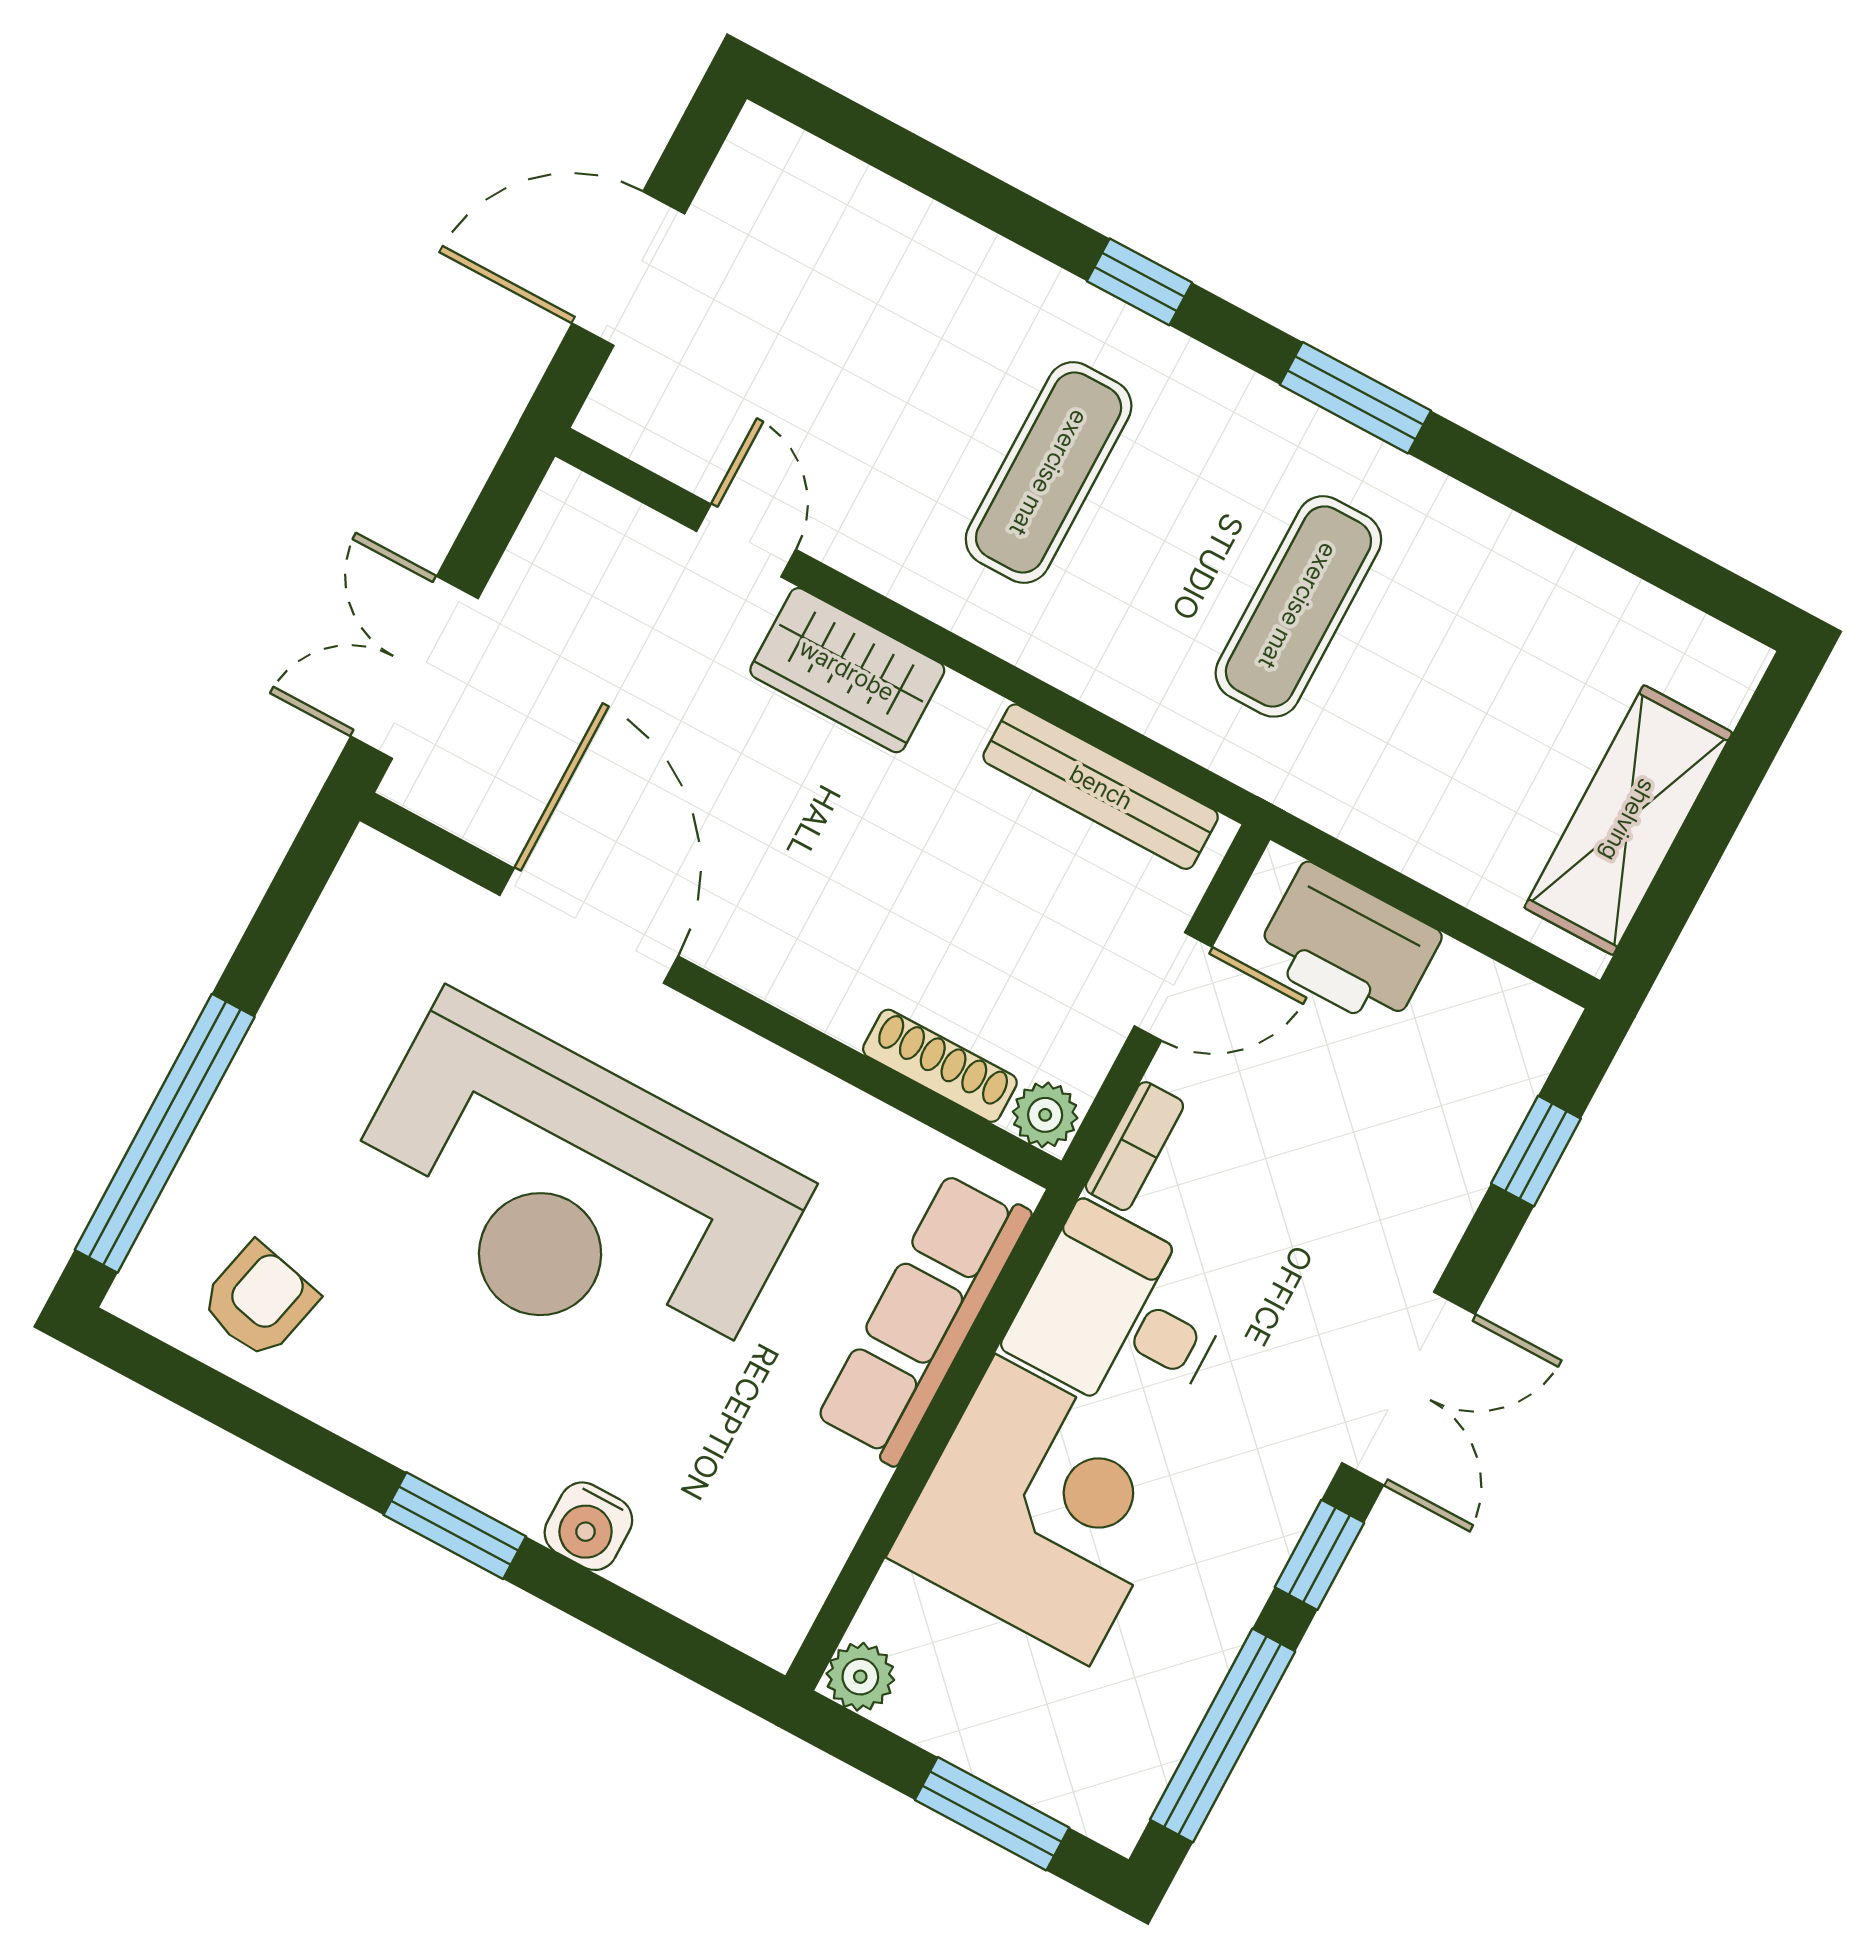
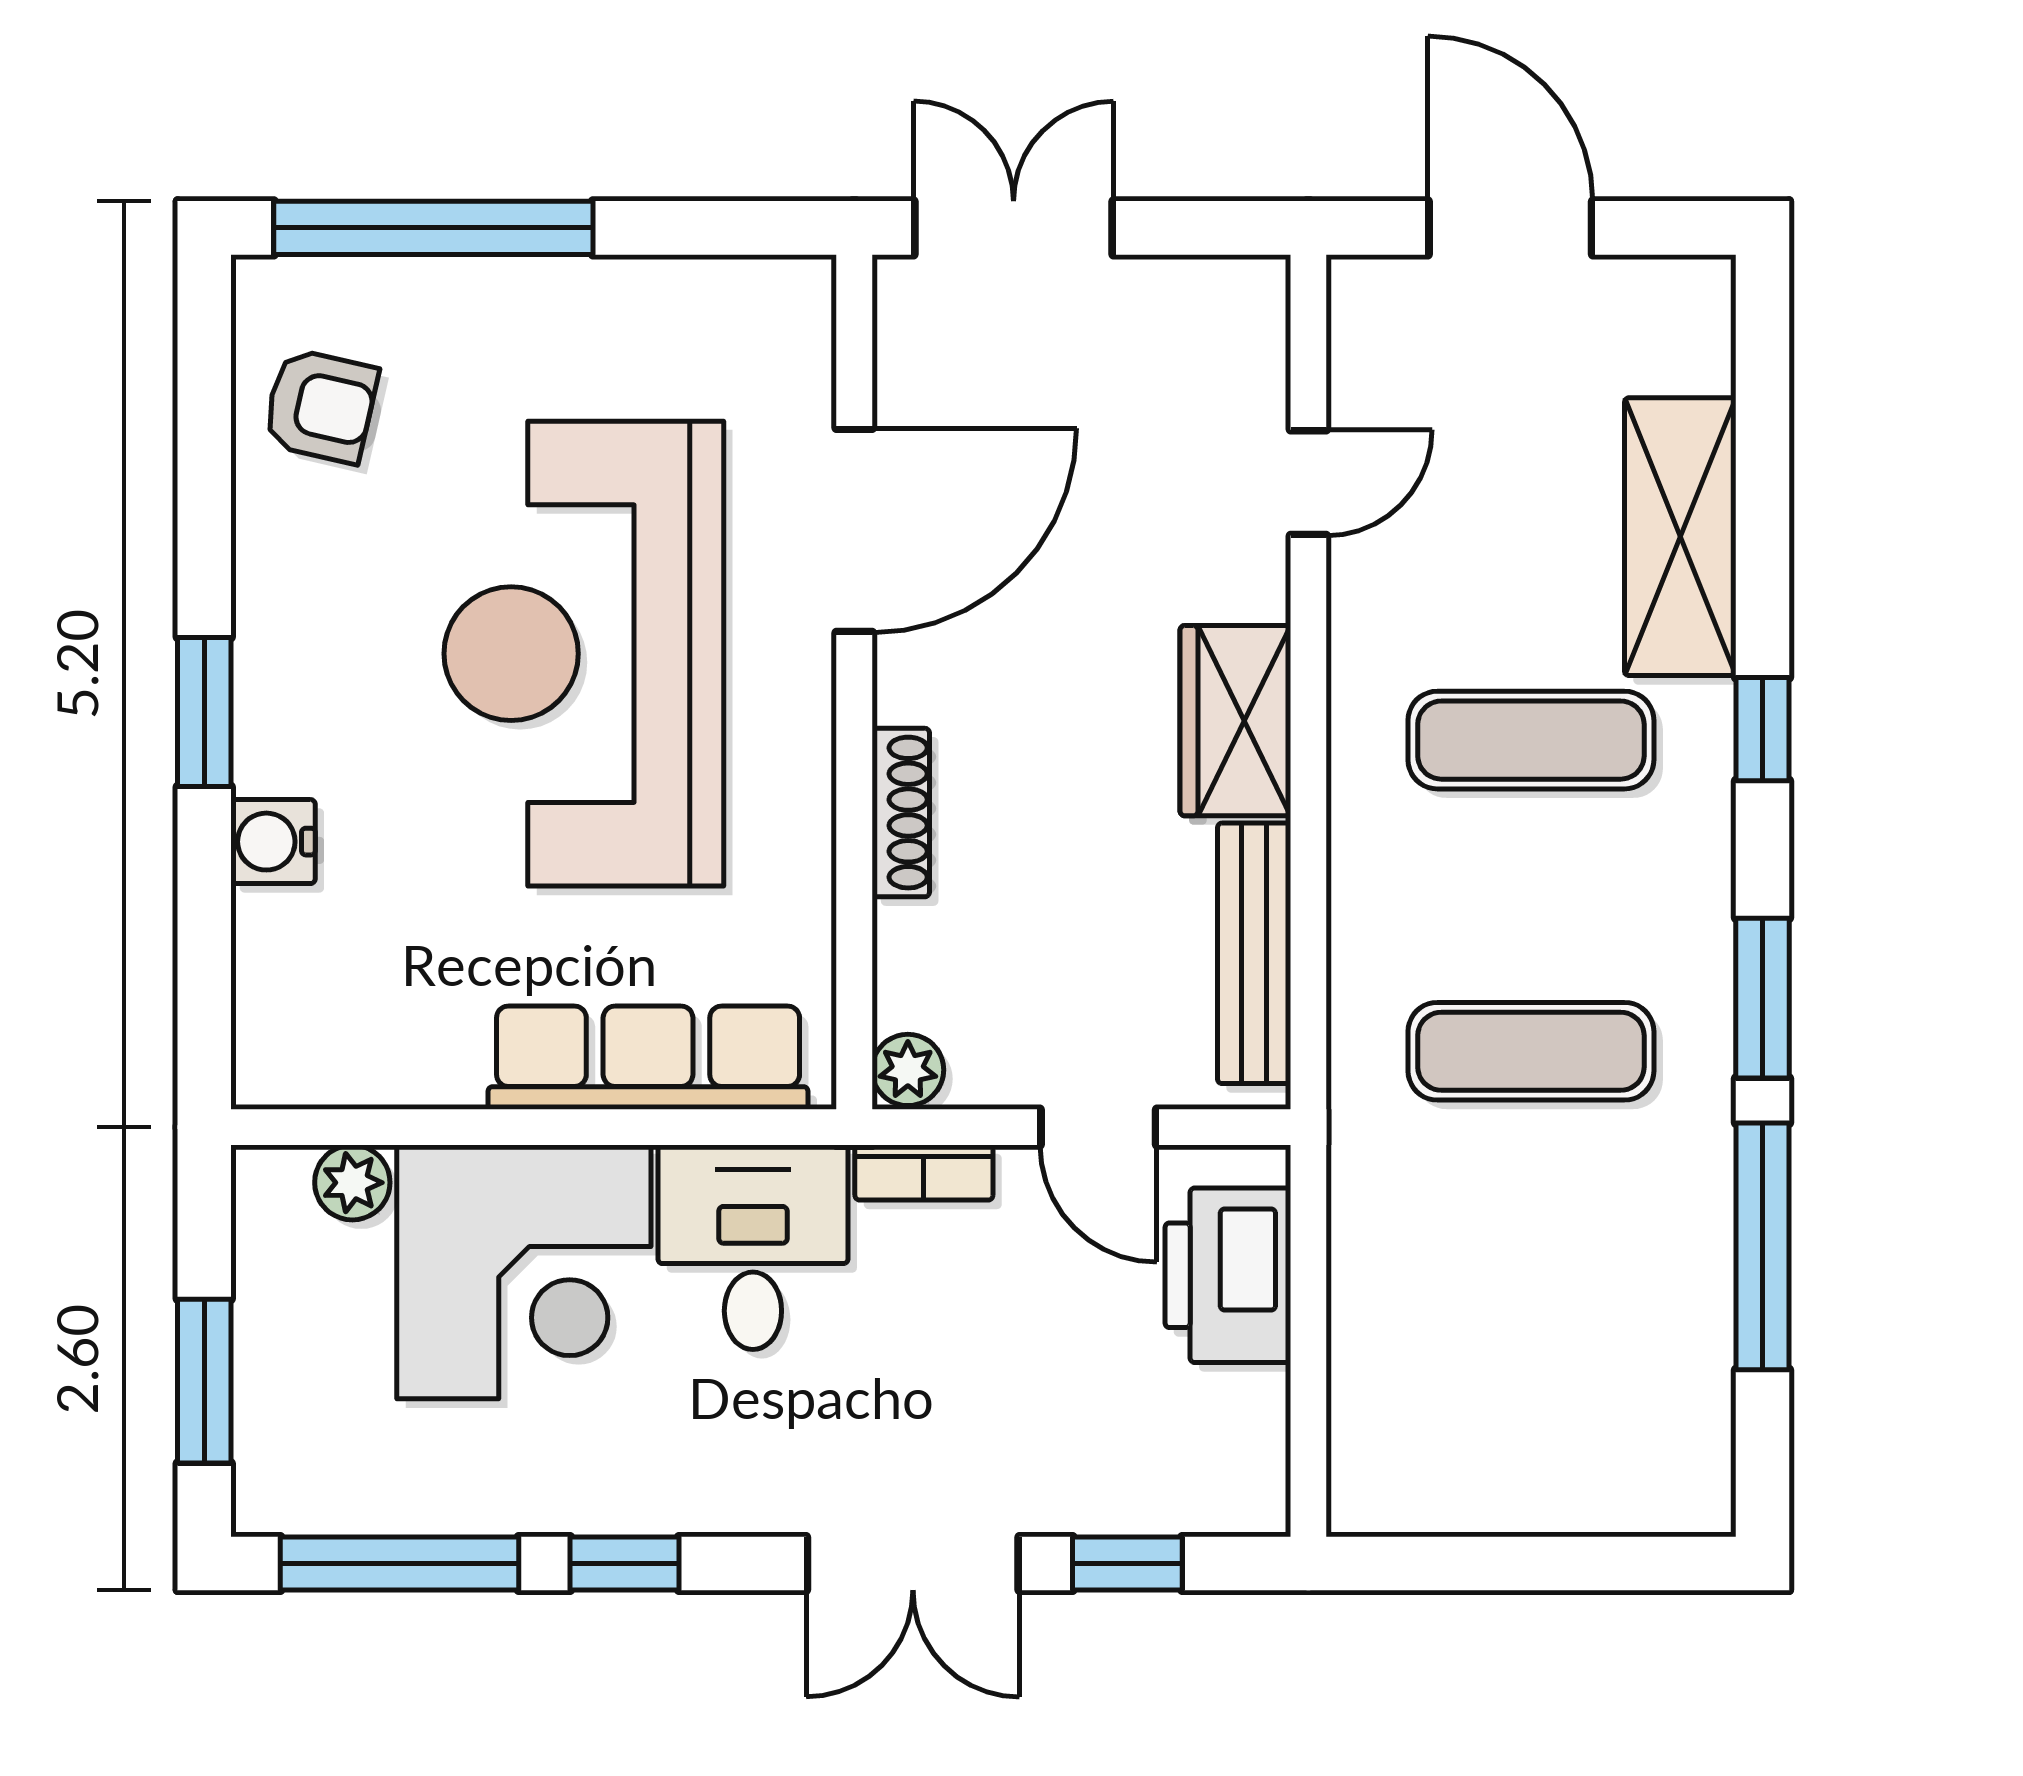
window: (1555, 505) -> (1762, 1246), added
wardrobe: (847, 670) -> (1235, 721), moved
shelving: (1628, 820) -> (1680, 537), moved, turned 90
shoe rack: (940, 1066) -> (901, 813), moved
double door: (1409, 1389) -> (913, 1564), moved
plant: (860, 1677) -> (352, 1183), moved

